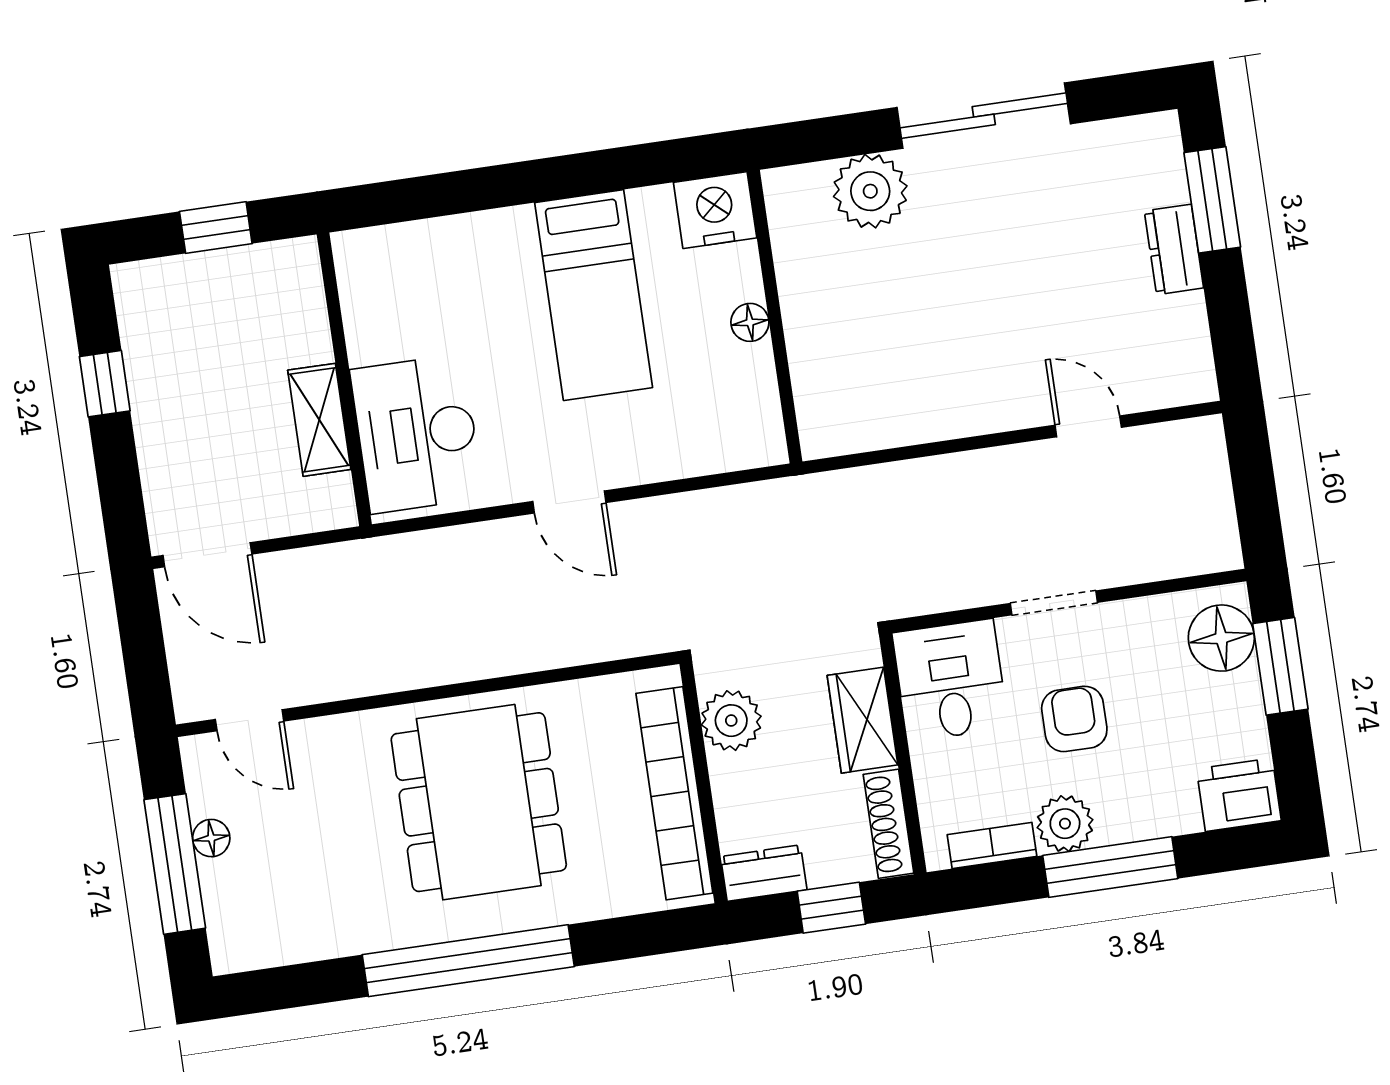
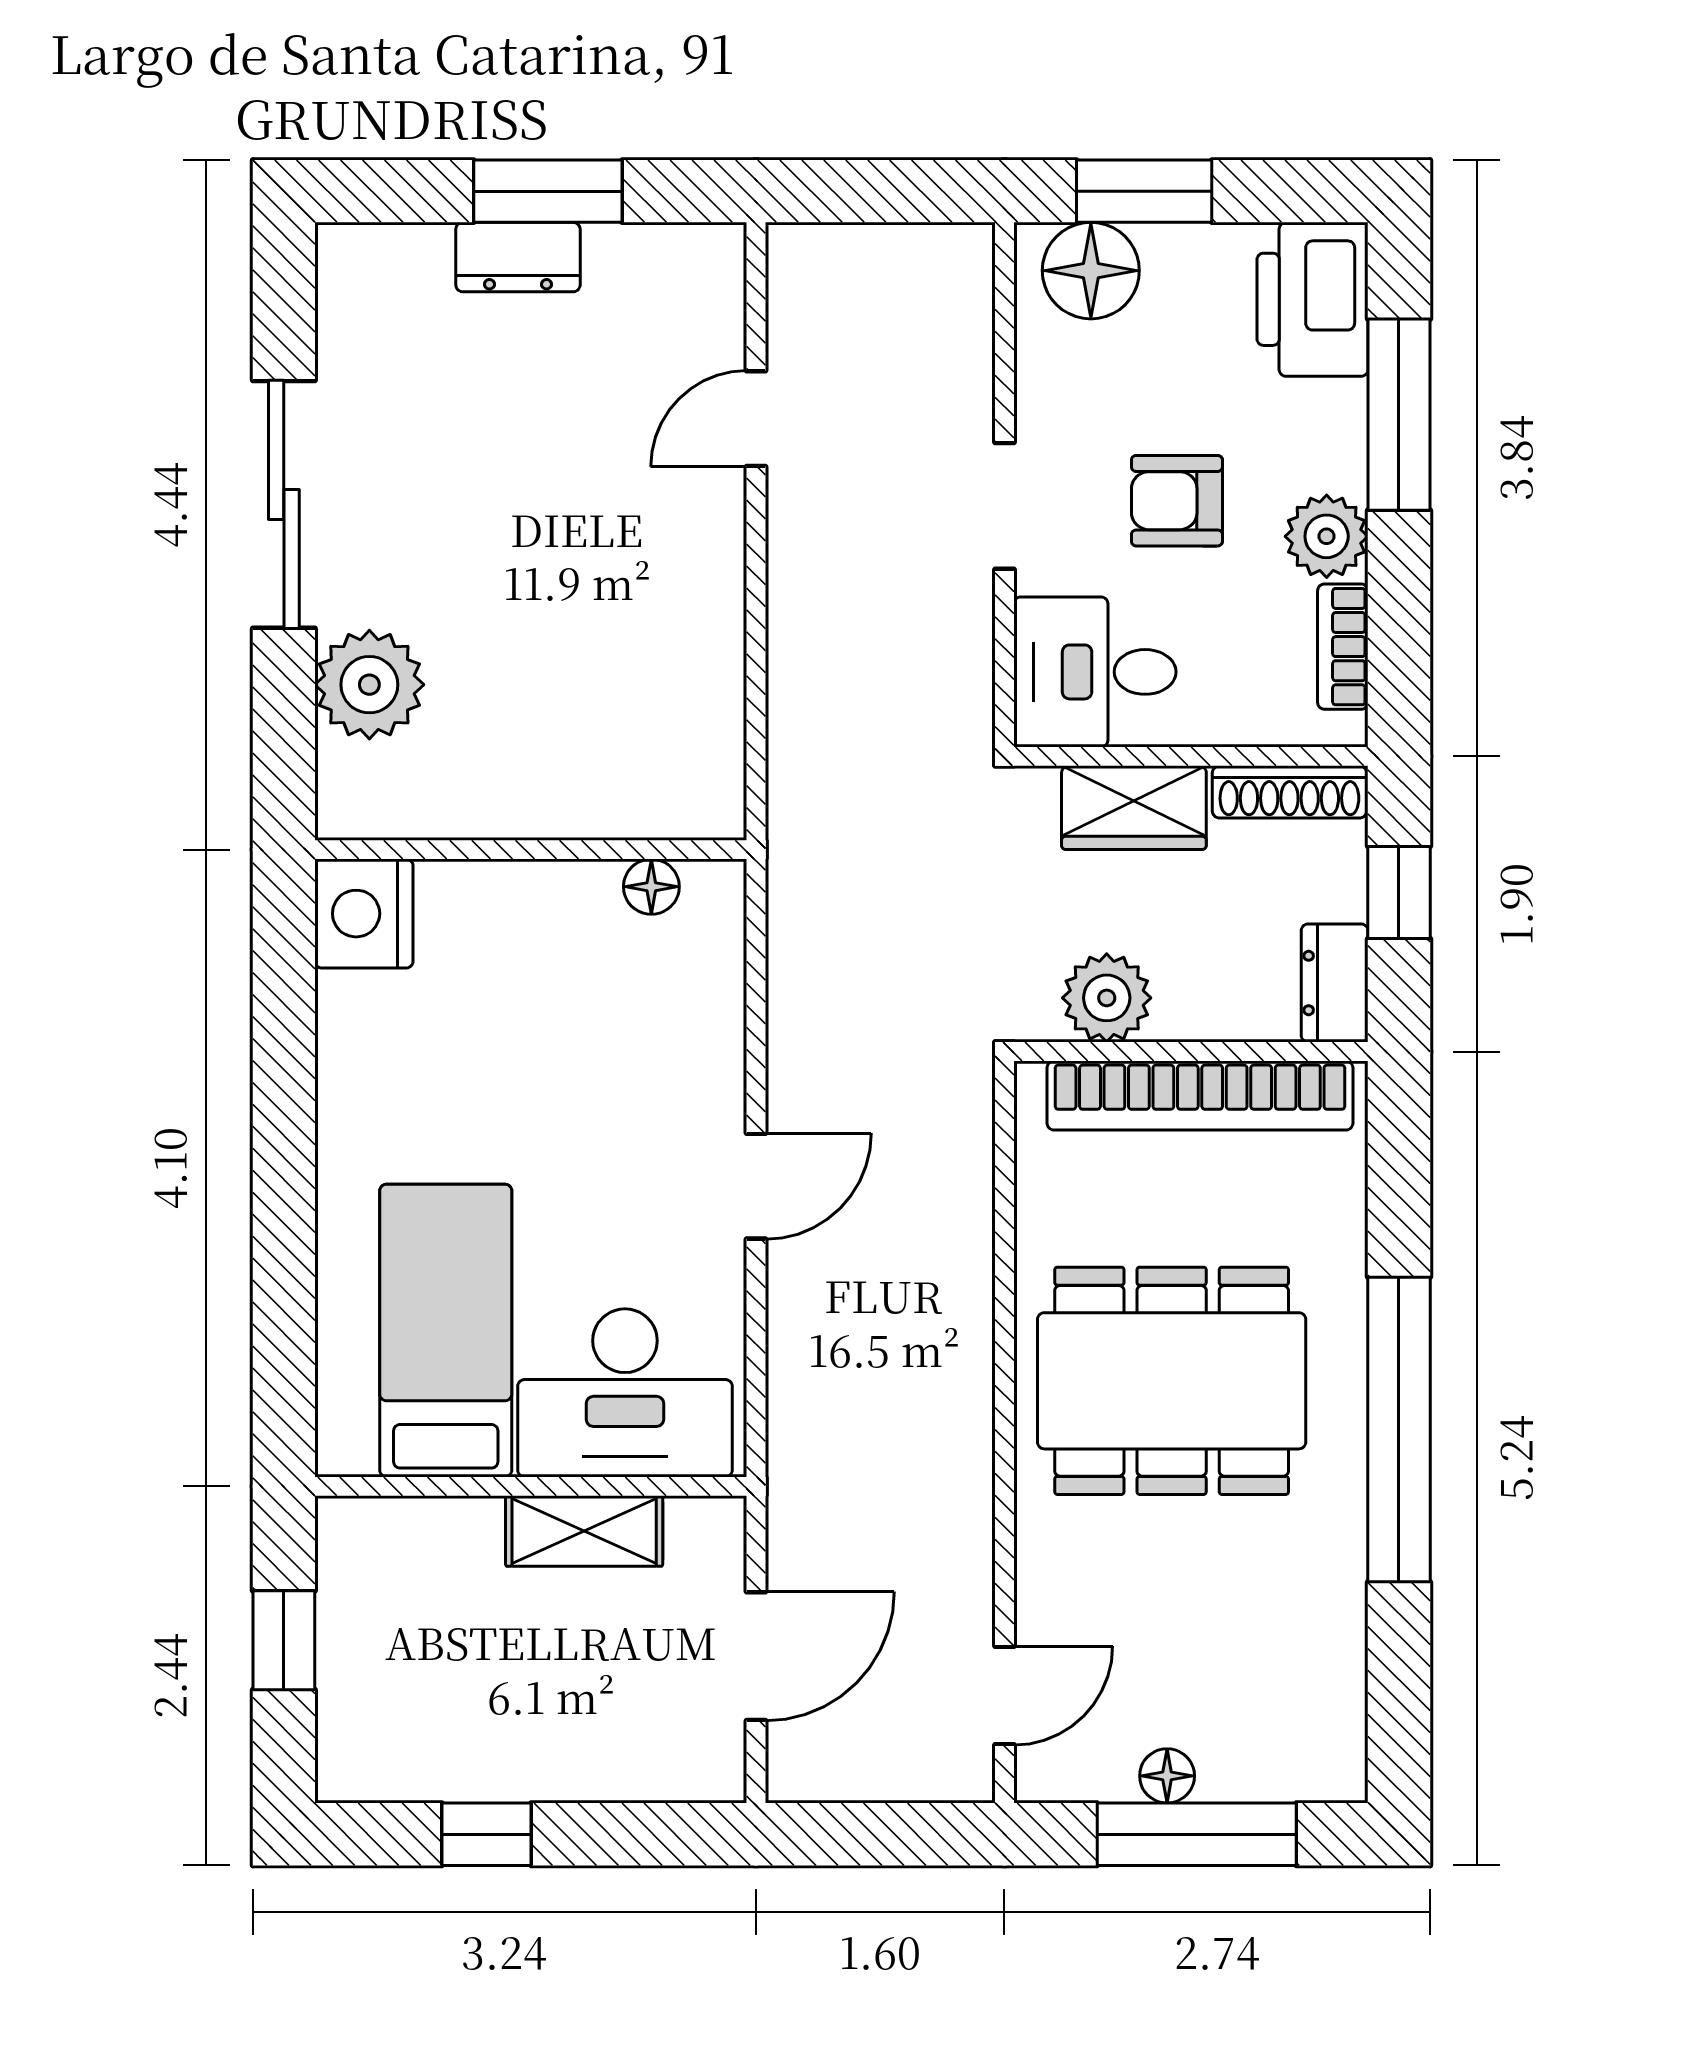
window: (1212, 200) -> (548, 191), moved
bed: (594, 295) -> (446, 1331), moved, turned -90
floor lamp: (750, 322) -> (651, 887), moved
door: (207, 555) -> (756, 1656), moved
printer: (1239, 795) -> (1312, 299), width x1.37, depth x1.19
window: (1110, 867) -> (1399, 415), moved

